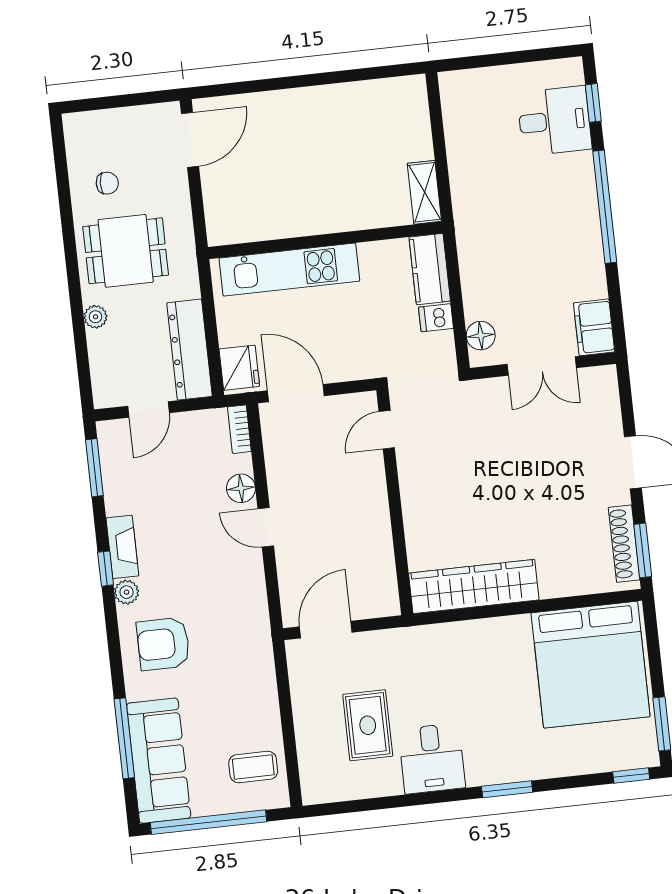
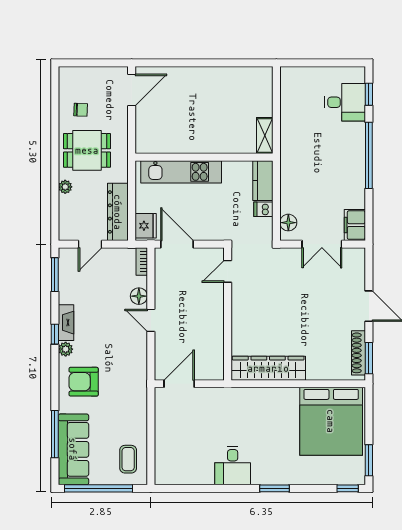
rug: (368, 725) -> (197, 442), removed
coffee table: (253, 767) -> (128, 459), turned 90

